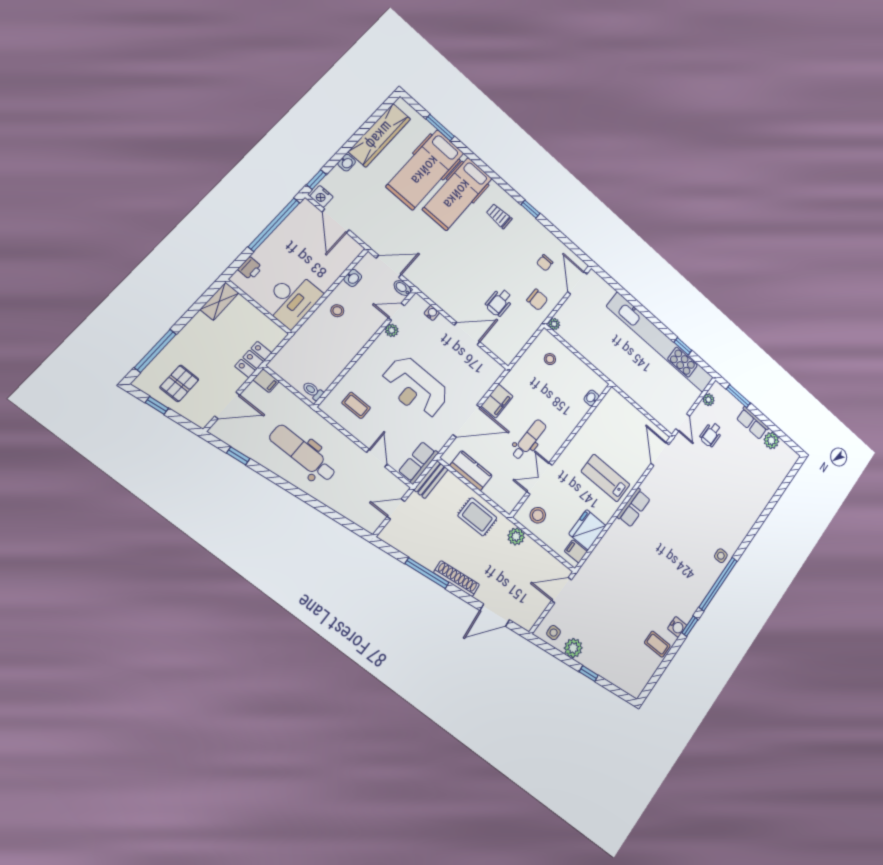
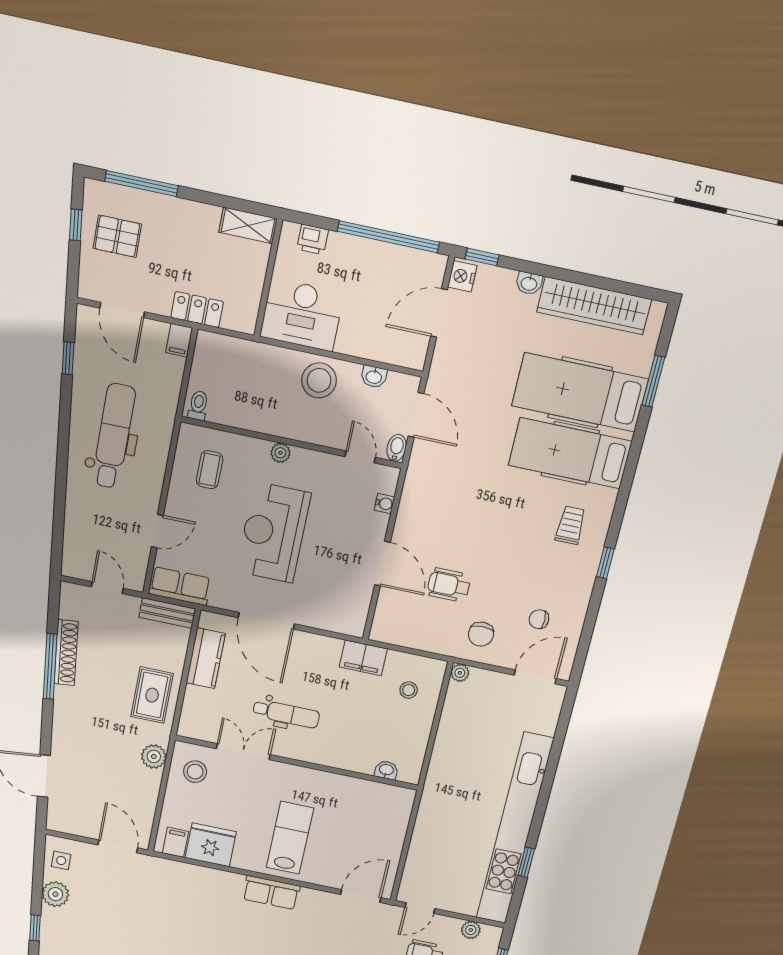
stool: (337, 311) -> (319, 380), width x1.89, depth x1.89
plant: (392, 330) -> (280, 453), moved
filing cabinet: (497, 401) -> (363, 658), moved
shoe rack: (457, 579) -> (66, 653), moved

